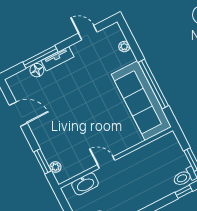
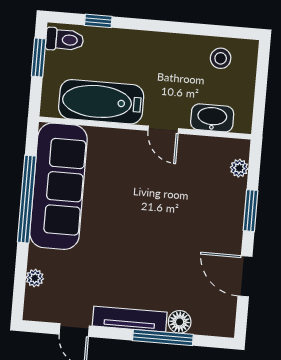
tv unit: (57, 59) -> (130, 319), width x1.41
bathtub: (146, 157) -> (101, 102), added
window: (43, 161) -> (250, 211), moved
window: (184, 192) -> (98, 21), moved

